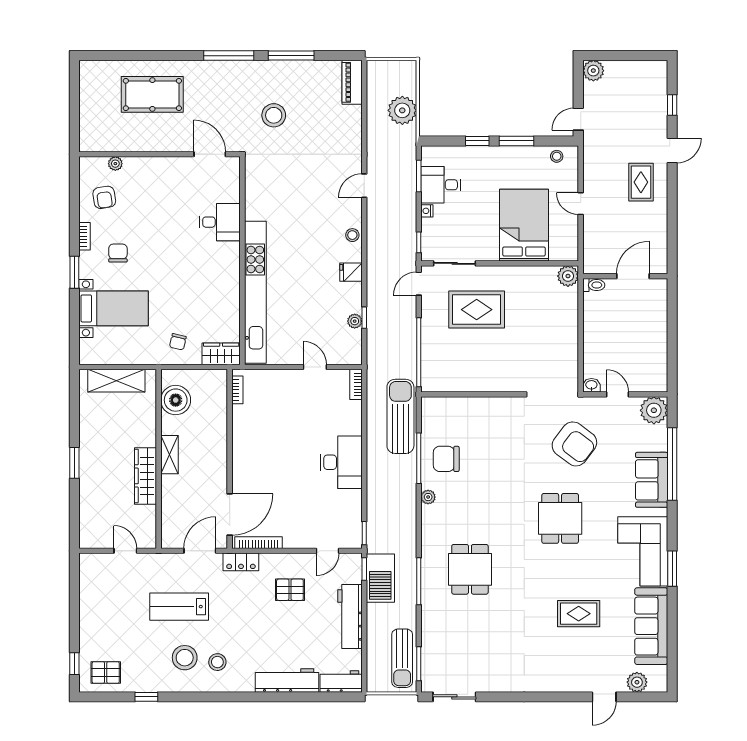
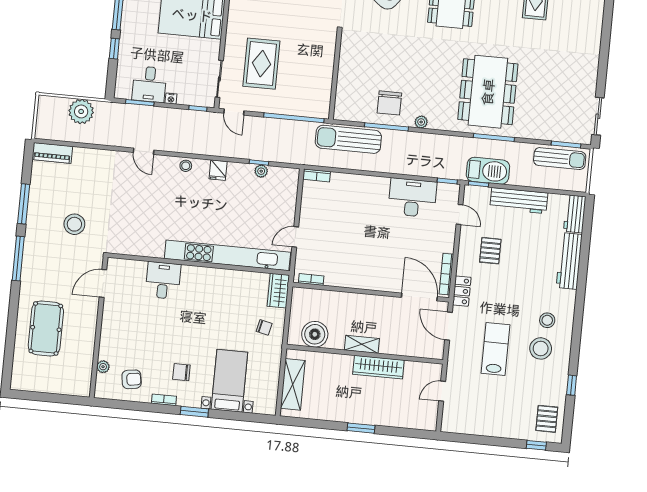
door: (315, 367) -> (295, 237), moved
desk: (341, 462) -> (412, 198), moved
dining table: (470, 569) -> (488, 92), width x1.88, depth x1.24
lab bench: (179, 607) -> (496, 349), turned 180

